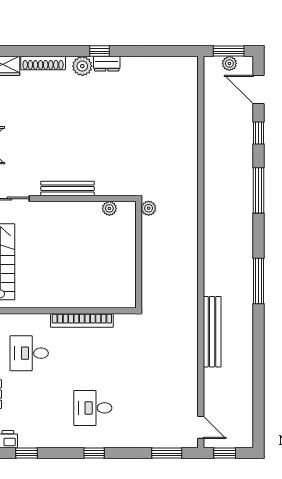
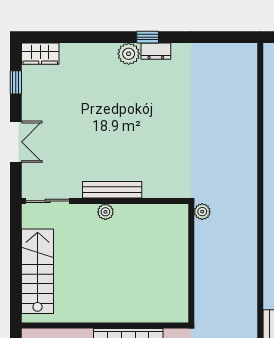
shoe rack: (43, 63) -> (85, 50), removed
plant: (109, 208) -> (105, 212), moved

